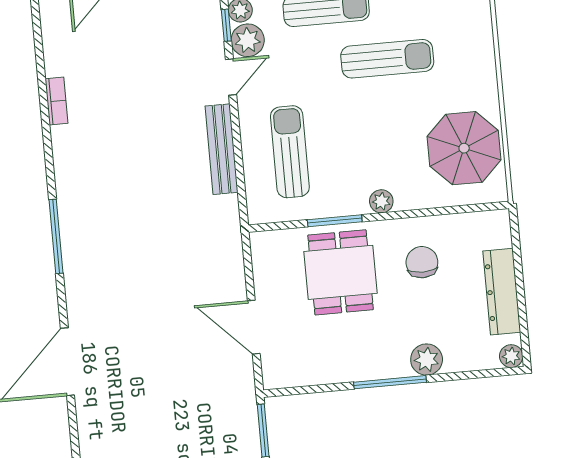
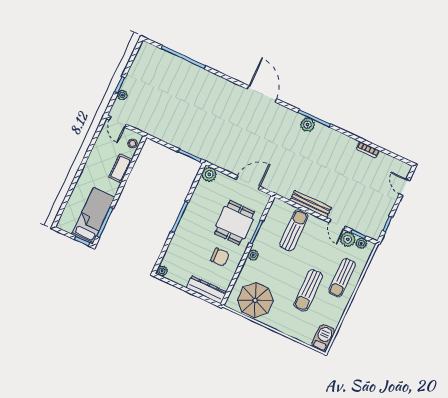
sun lounger: (290, 152) -> (294, 230), turned -90
plant: (75, 242) -> (307, 125), added
dining table: (341, 272) -> (234, 223), turned 90
dresser: (502, 292) -> (206, 290), moved
door: (254, 327) -> (248, 183), moved
plant: (427, 360) -> (209, 174), moved

